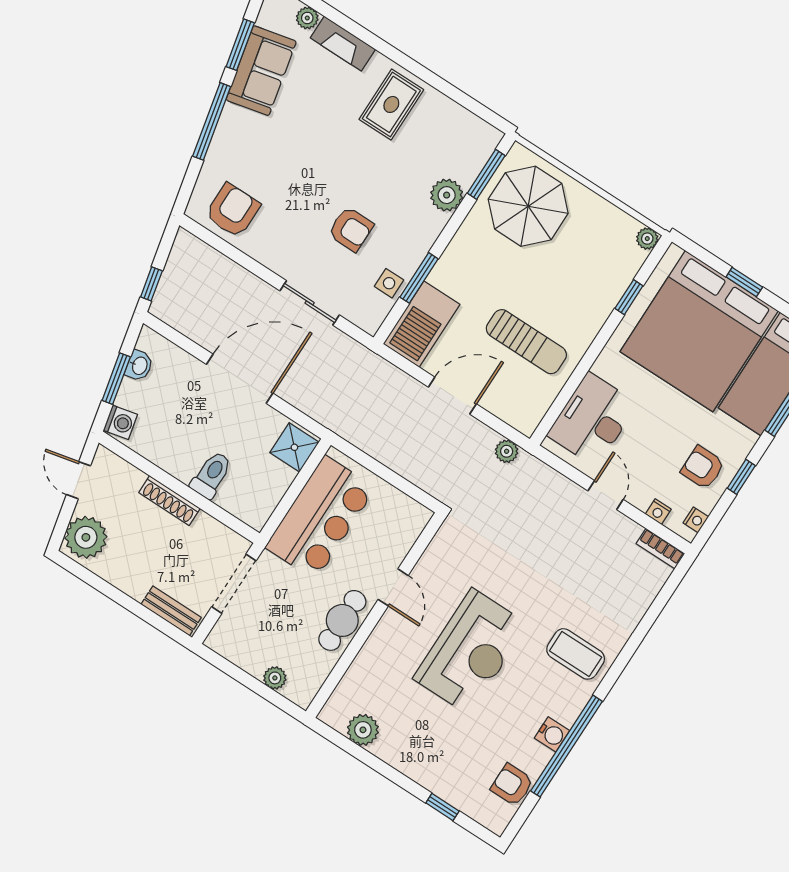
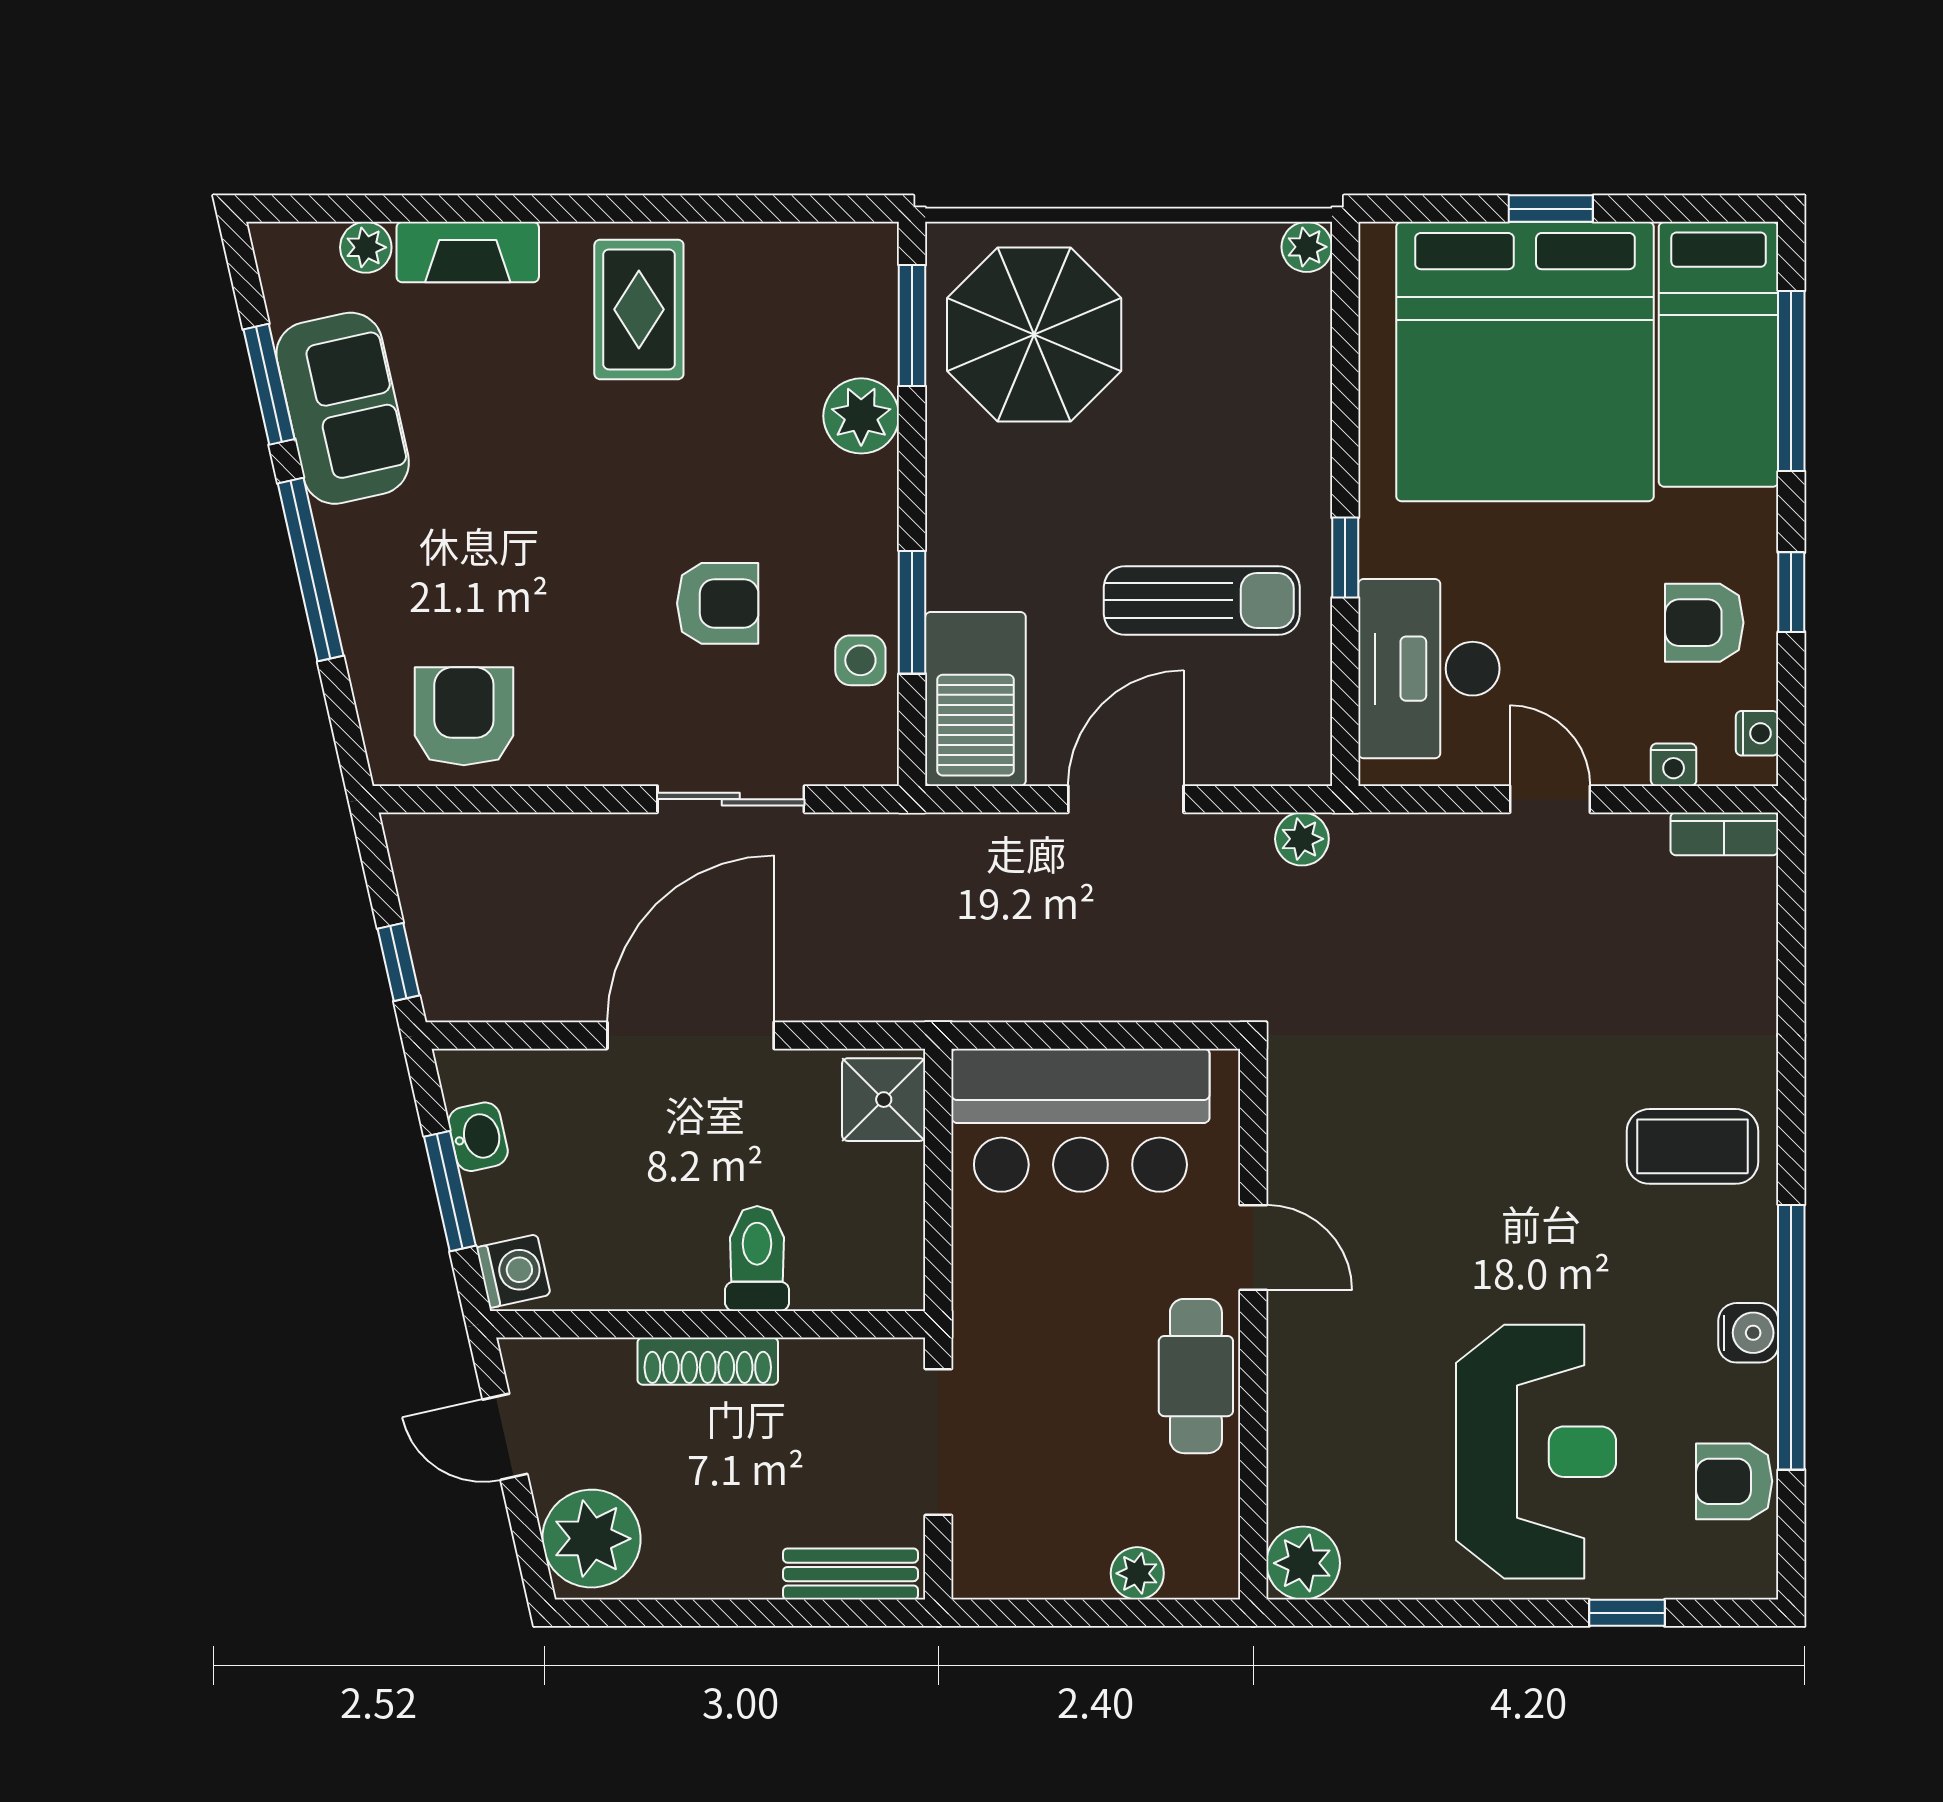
window: (629, 297) -> (1345, 558), moved
bar counter: (320, 518) -> (1080, 1120), moved, turned 90
reception desk: (471, 651) -> (1536, 1452), moved
plant: (363, 730) -> (1303, 1563), moved

